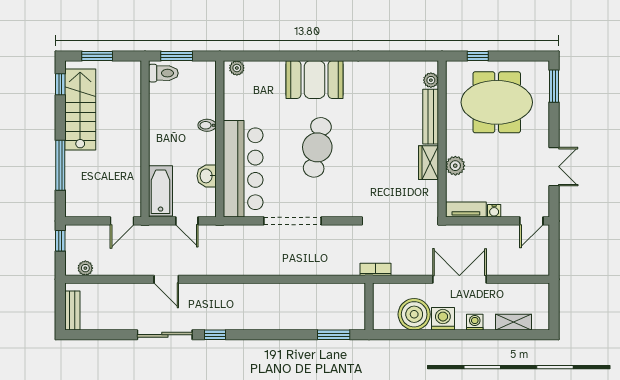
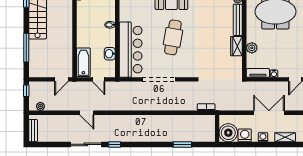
double door: (459, 279) -> (269, 113), moved
wall: (369, 307) -> (217, 128), moved

